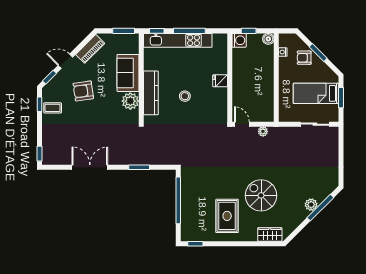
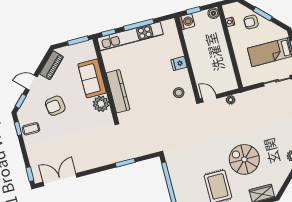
stool: (185, 96) -> (179, 93), moved
double door: (90, 167) -> (60, 180), moved

